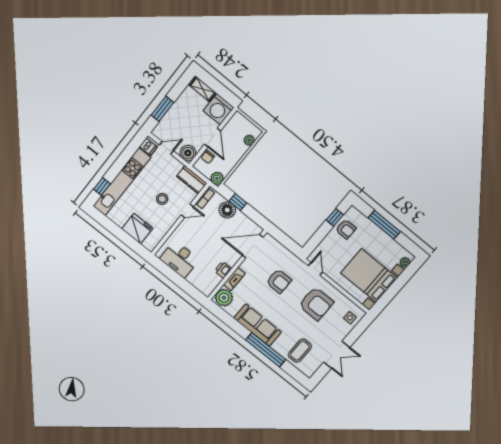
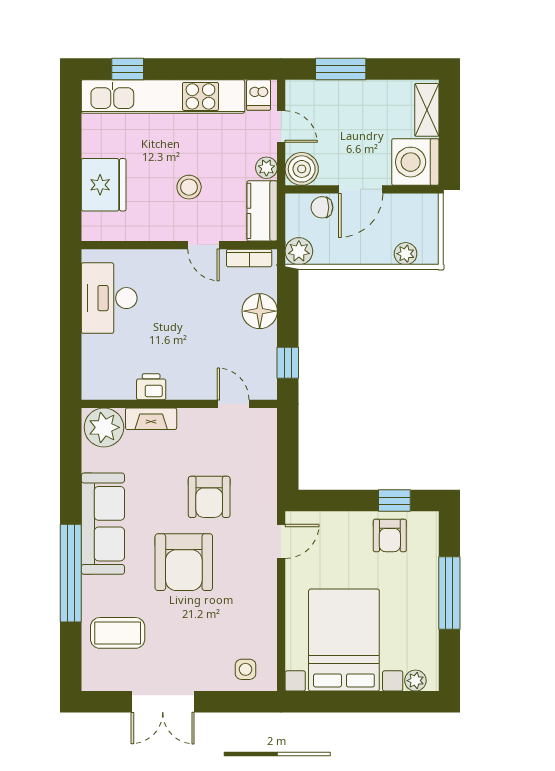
plant: (177, 165) -> (266, 168), added
window: (238, 202) -> (288, 363), moved
door: (253, 246) -> (233, 404), width x0.53
armchair: (316, 304) -> (184, 562), moved

